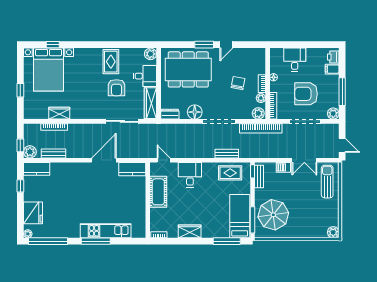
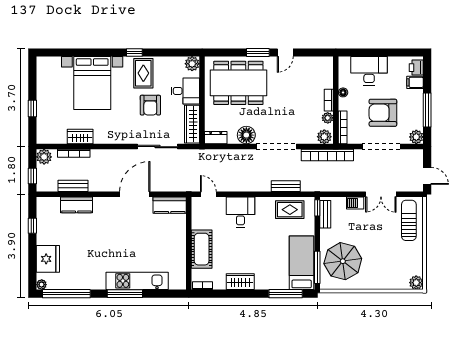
window: (53, 45) -> (134, 52), moved
desk: (295, 60) -> (369, 71), width x1.37
bed with nightstands: (49, 70) -> (92, 83), moved
chair: (238, 83) -> (300, 100), removed
plant: (30, 152) -> (44, 157), moved
kitchen counter: (37, 169) -> (77, 205), moved
cot: (158, 192) -> (202, 249), moved

